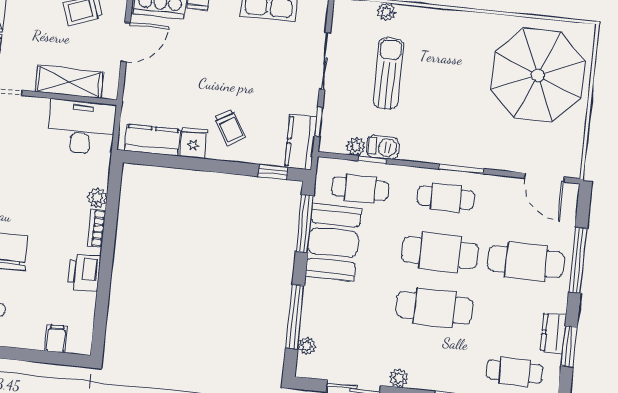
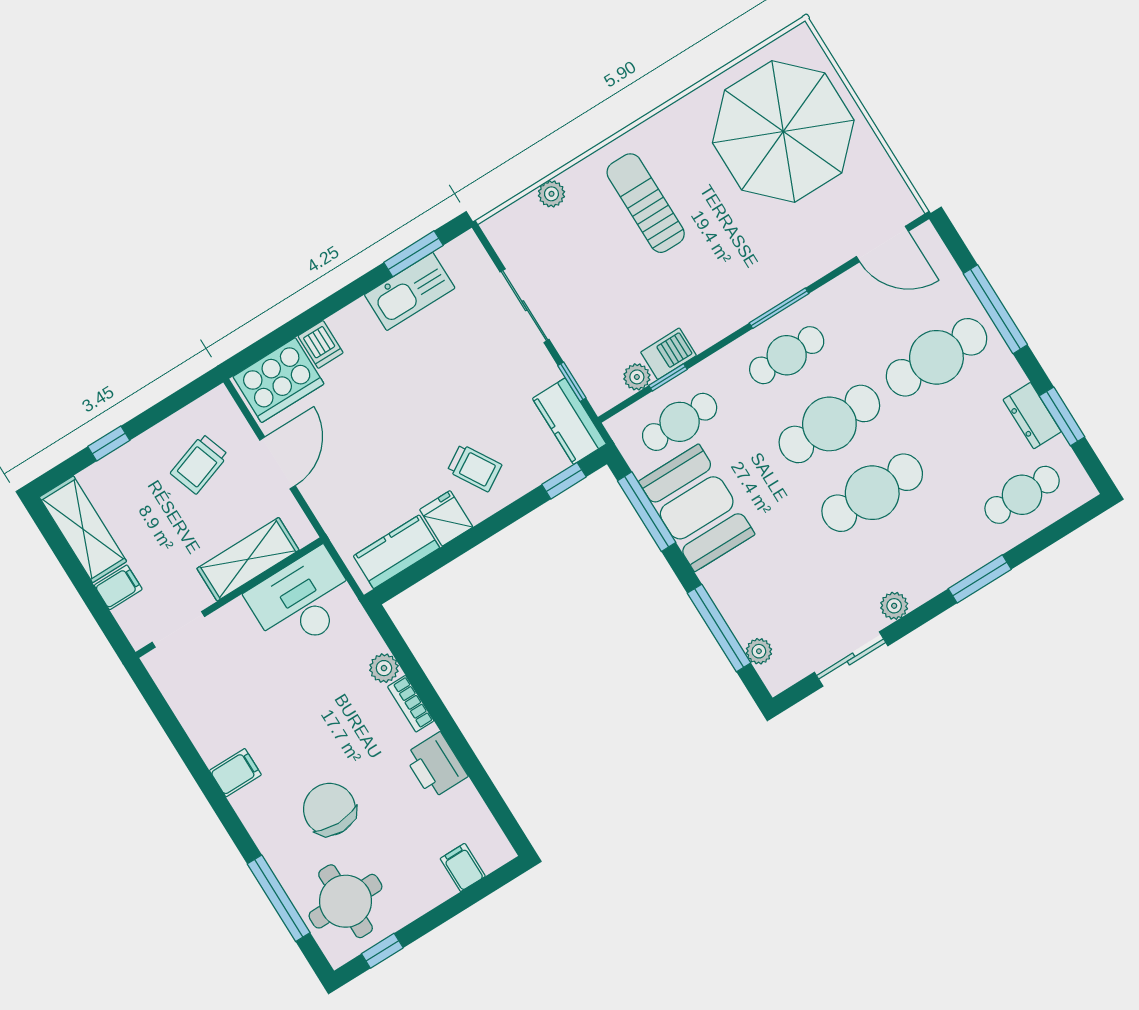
sun lounger: (388, 73) -> (646, 203), moved

